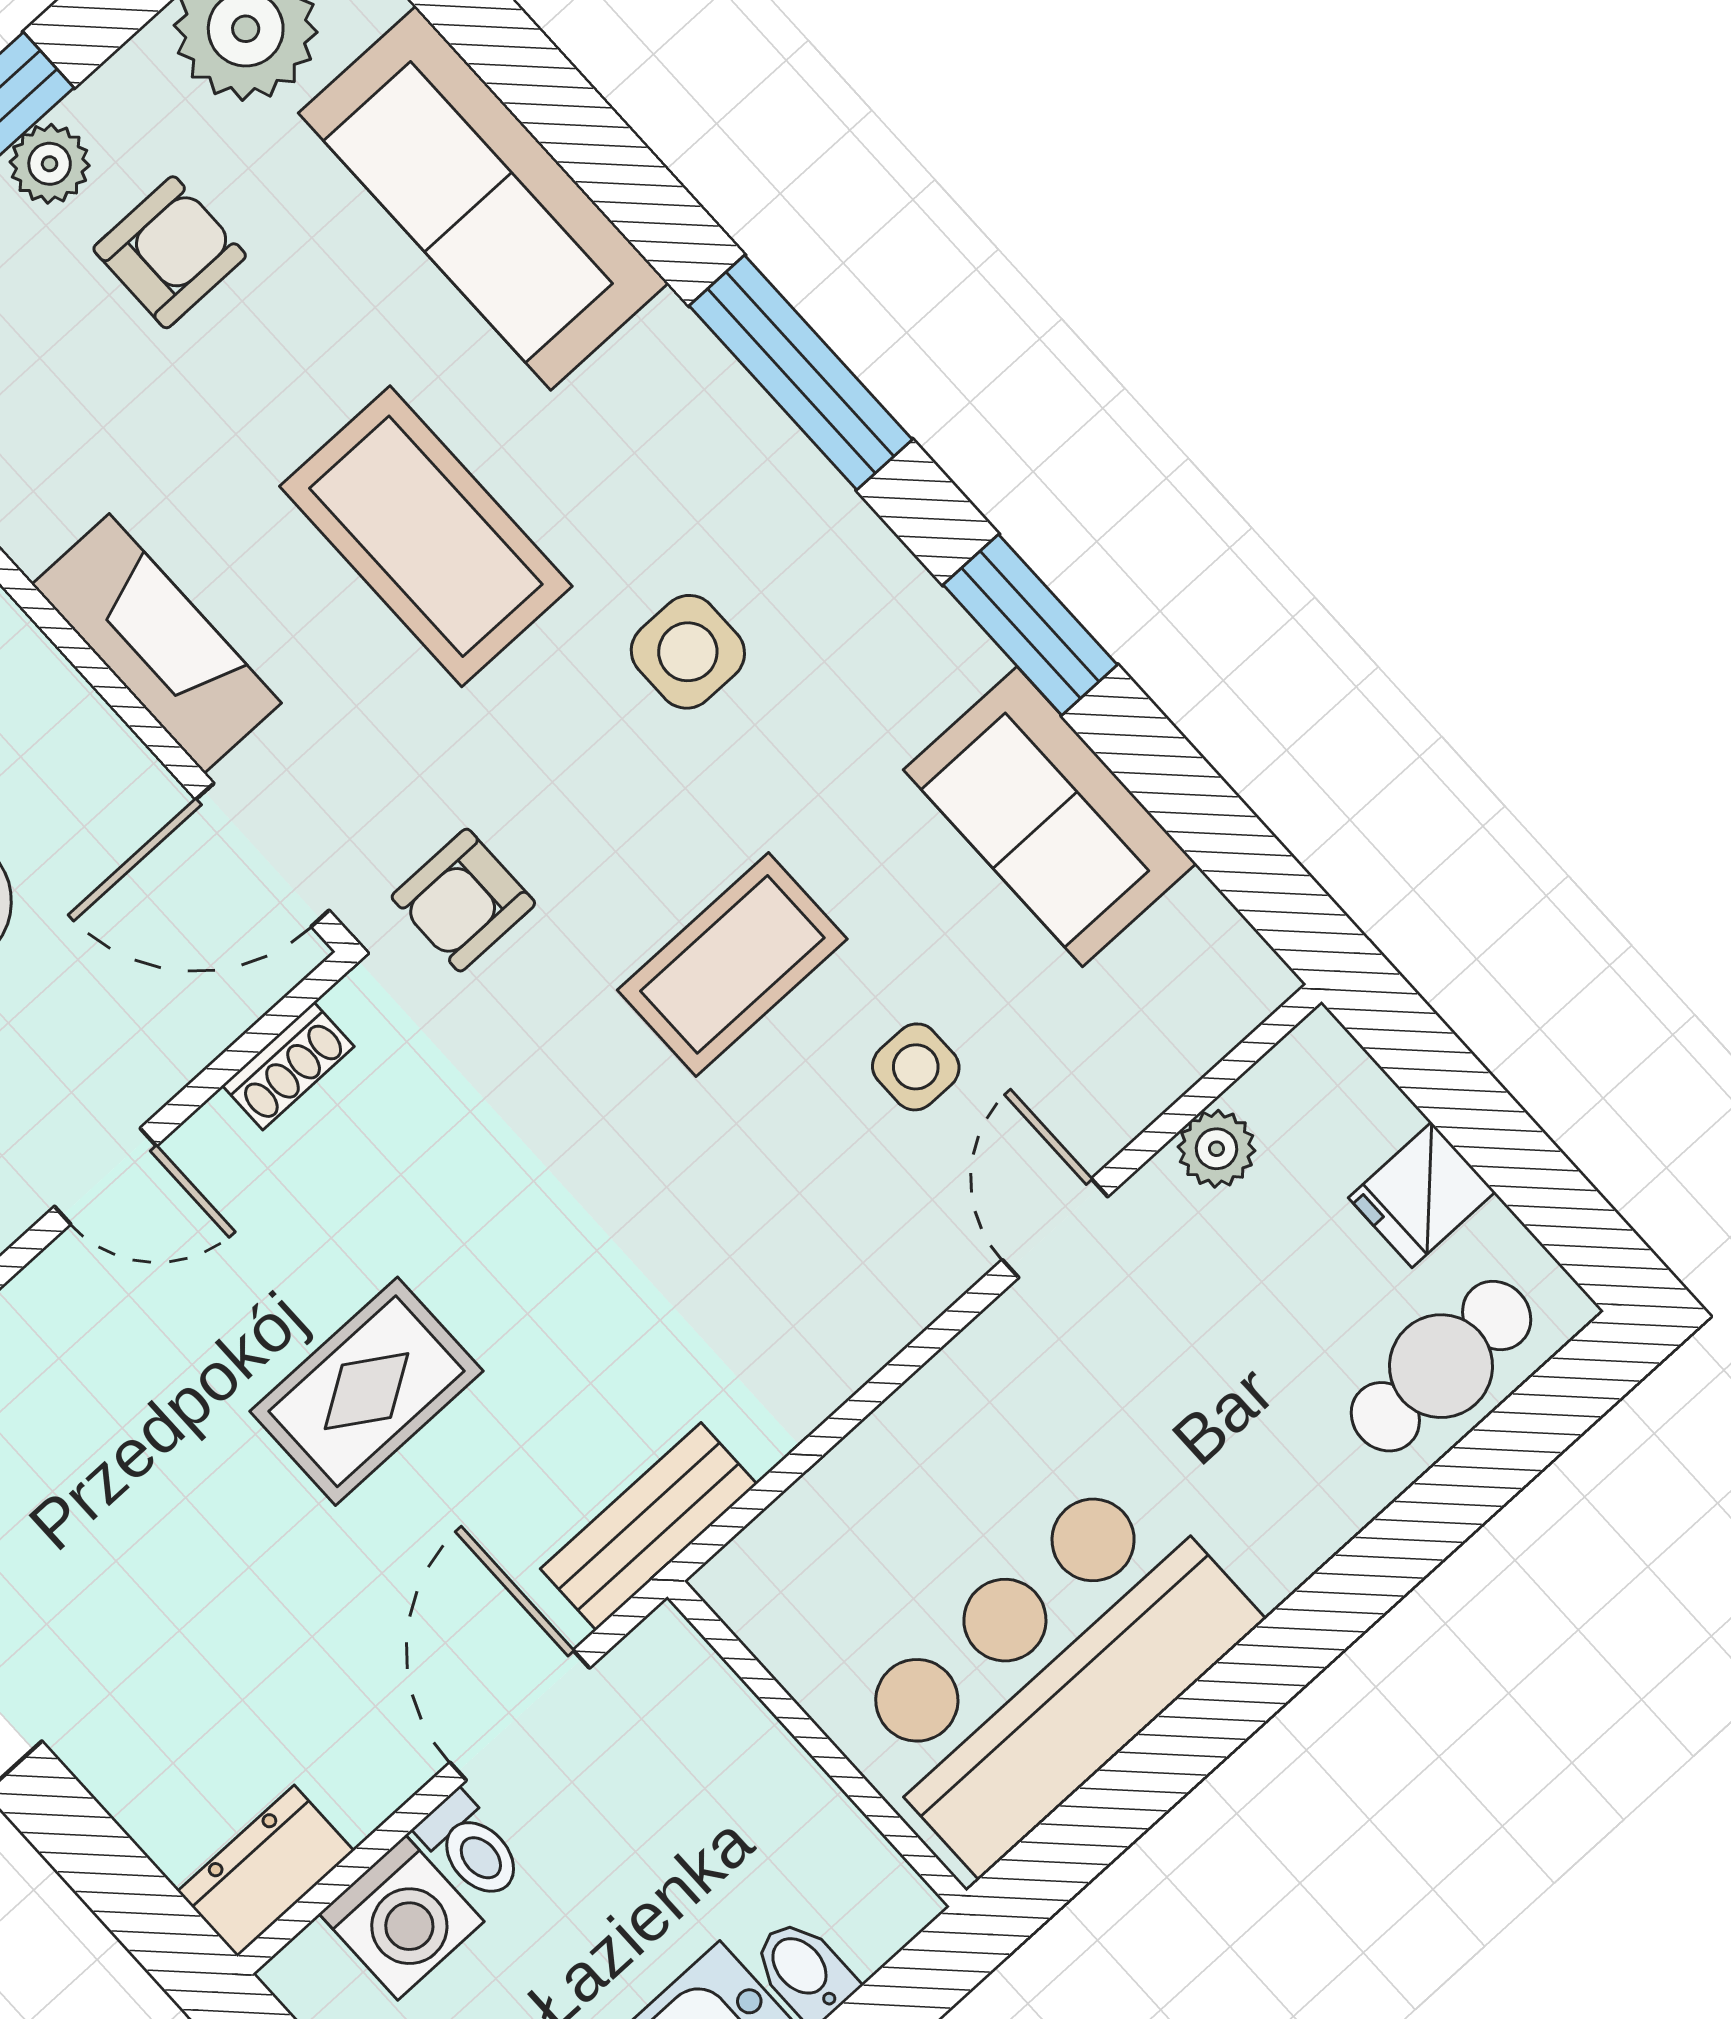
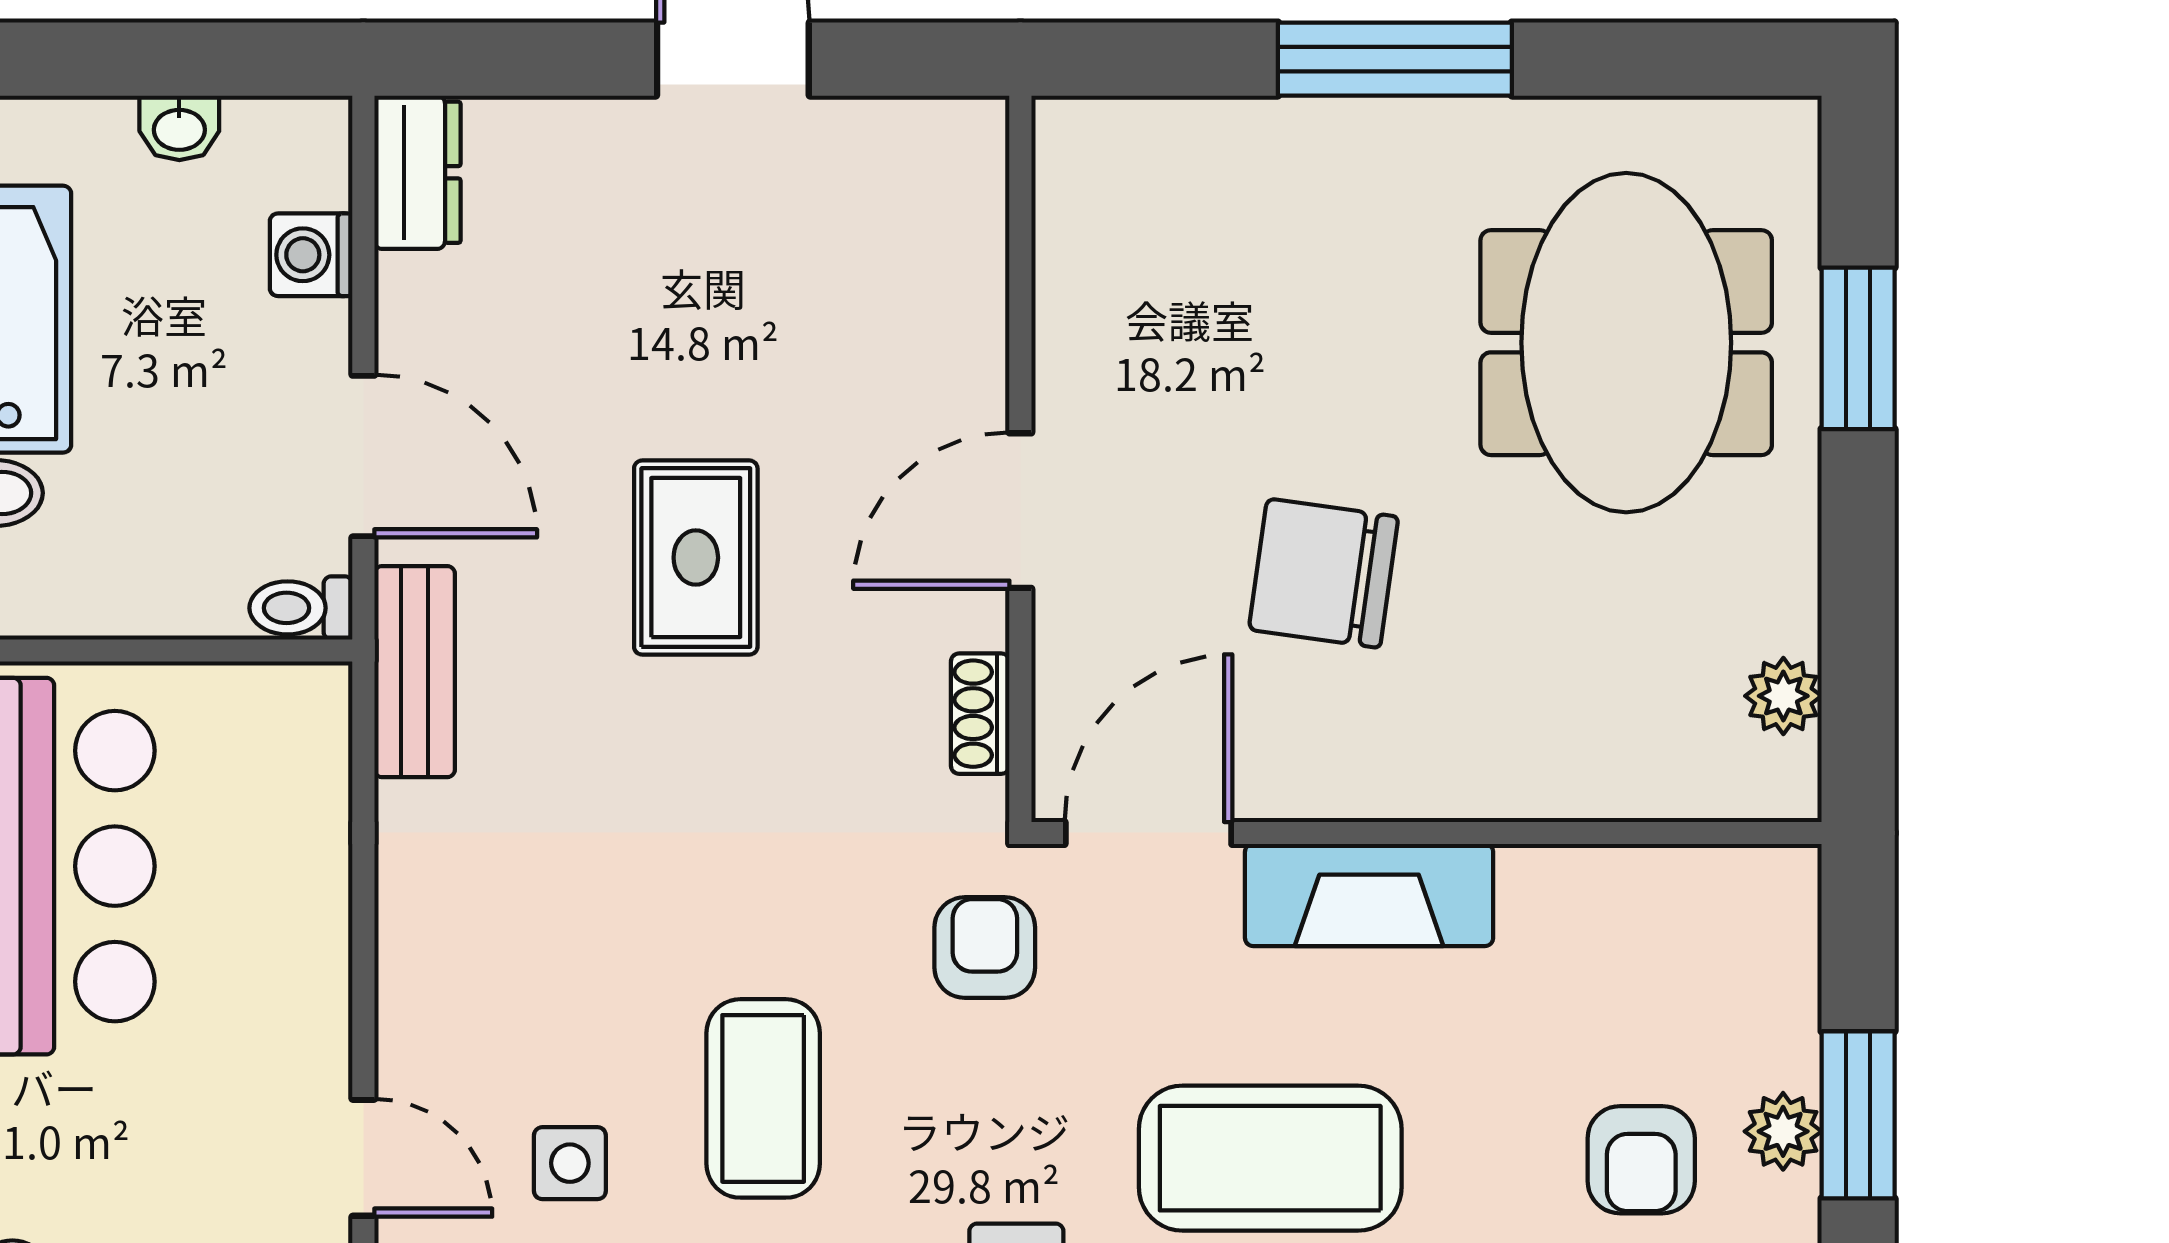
door: (105, 1176) -> (1020, 511), width x1.38
toilet: (471, 1847) -> (301, 608), moved
washing machine: (401, 1917) -> (311, 255), width x0.73, depth x0.73

